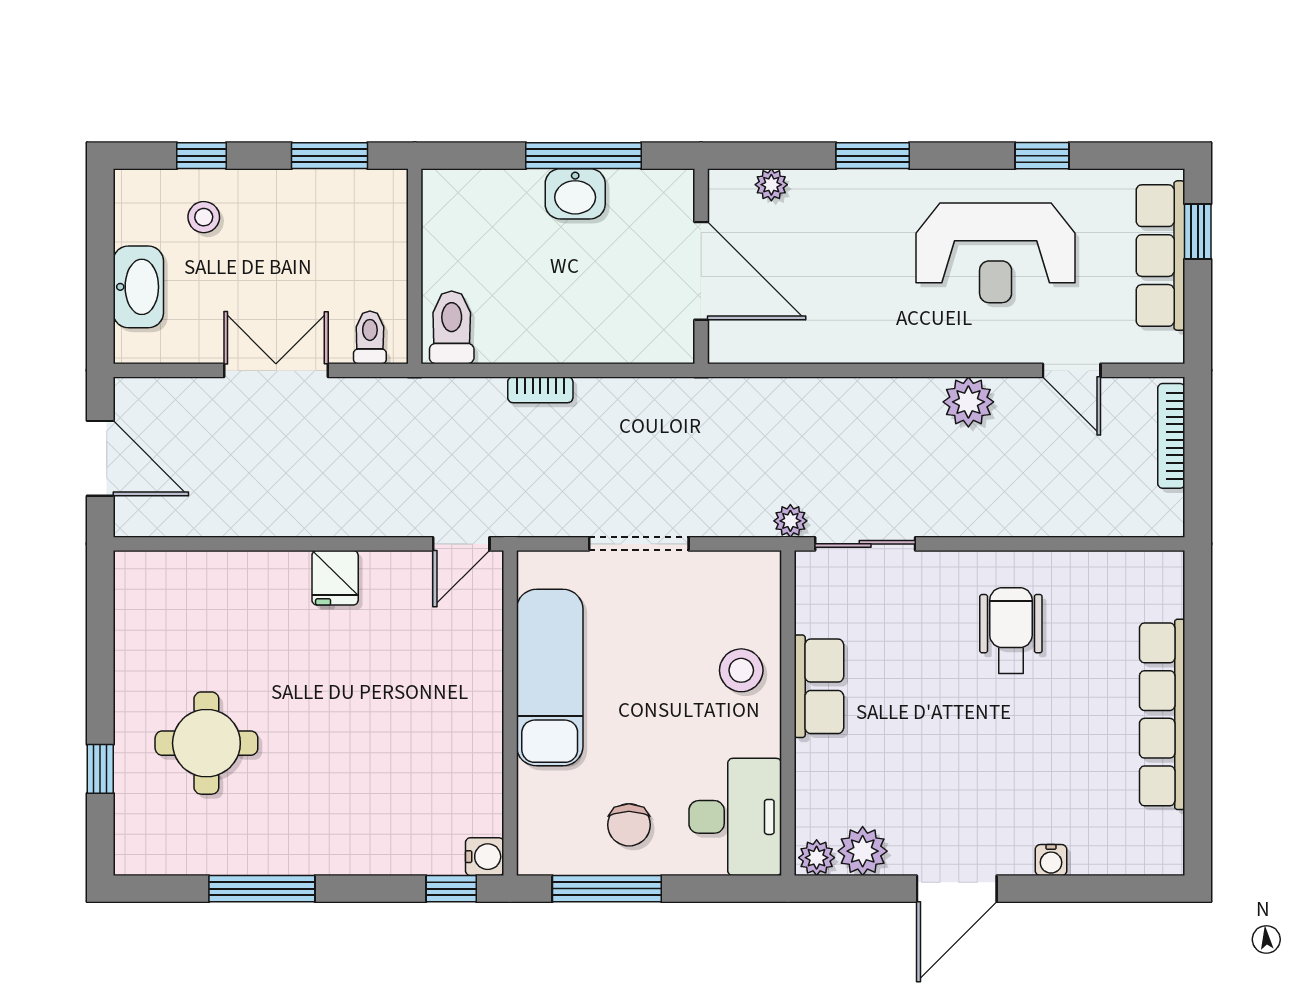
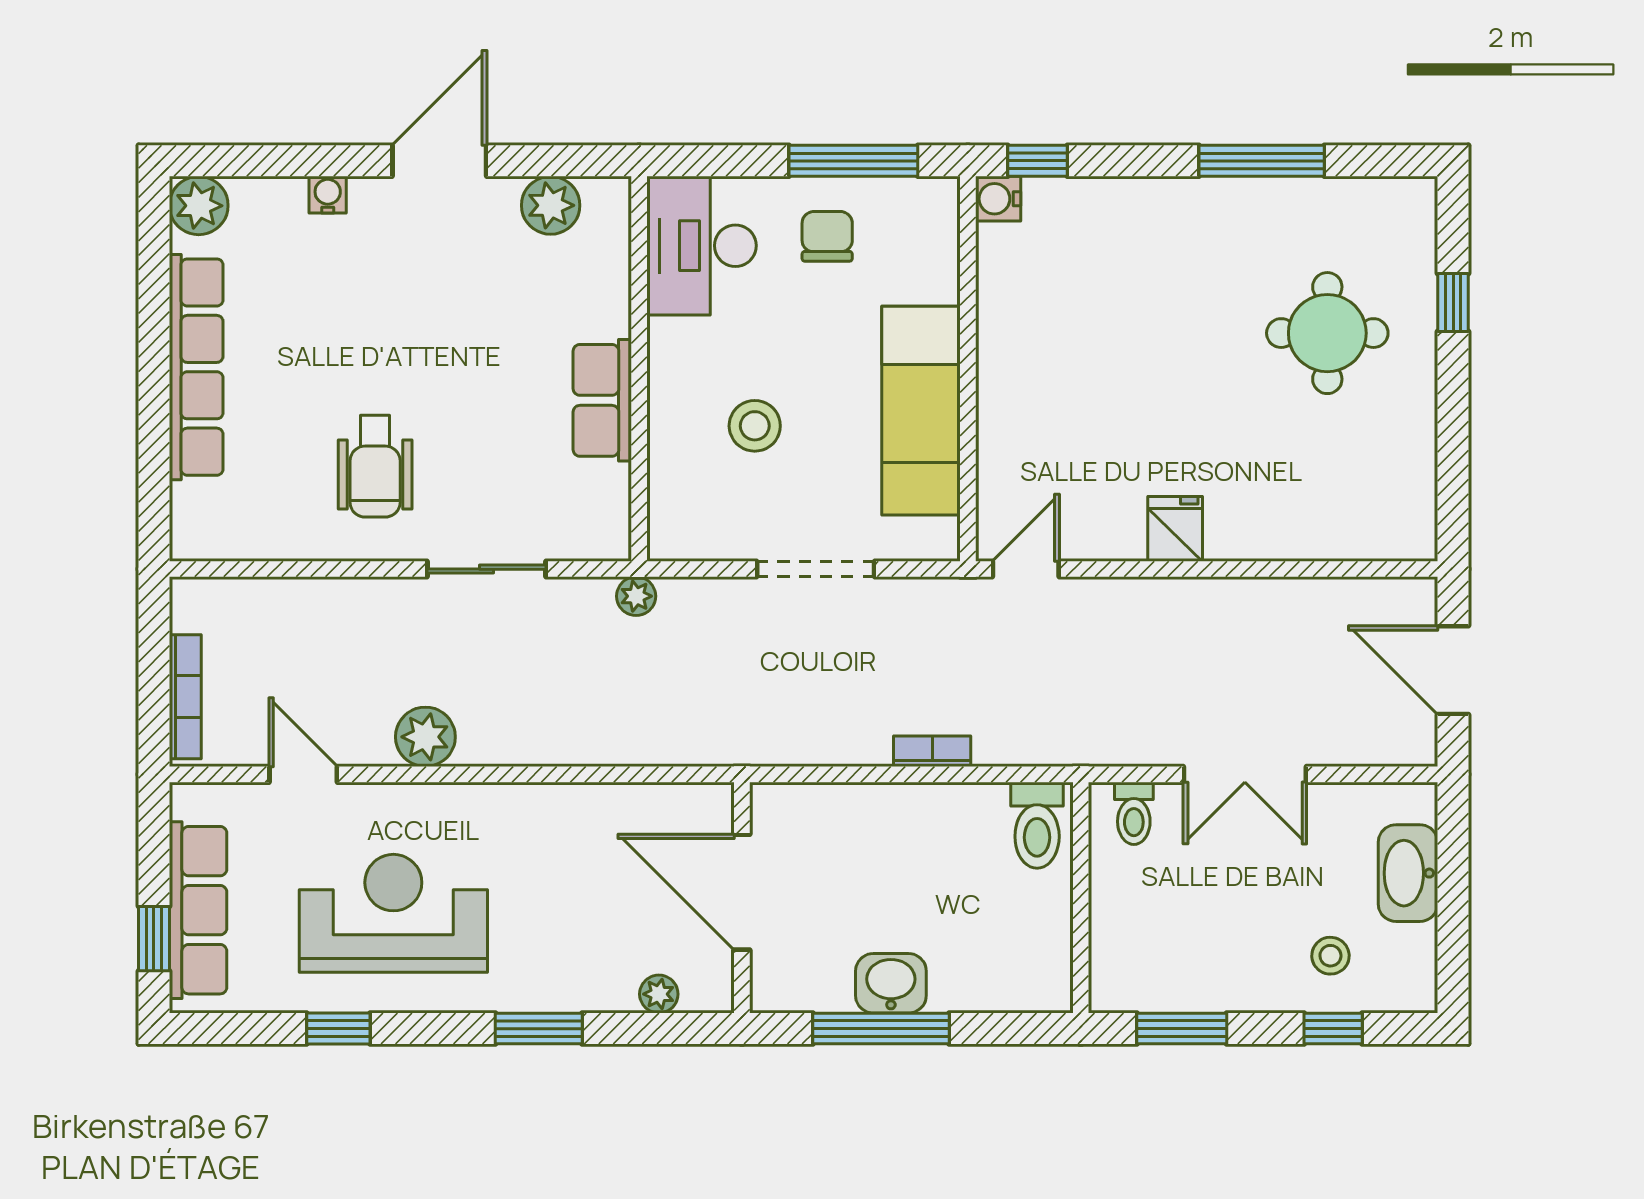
sliding door: (865, 544) -> (487, 569), moved
stool: (741, 670) -> (755, 426), moved
plant: (817, 858) -> (199, 206), moved, width x1.38, depth x1.38

